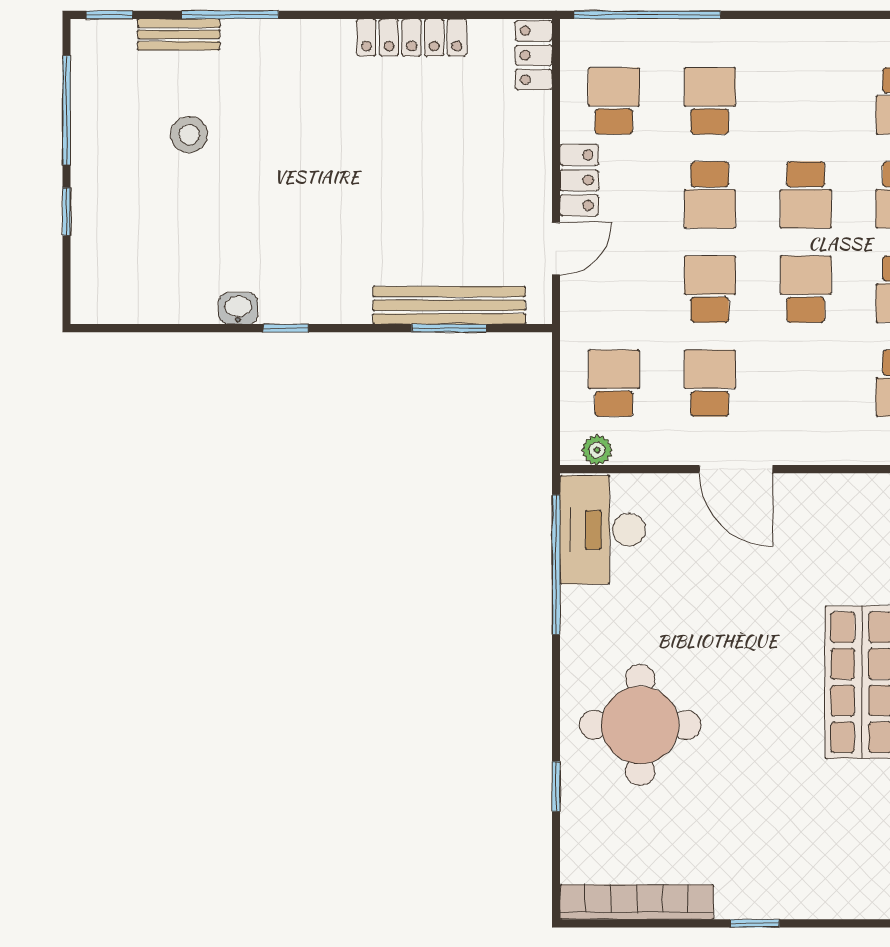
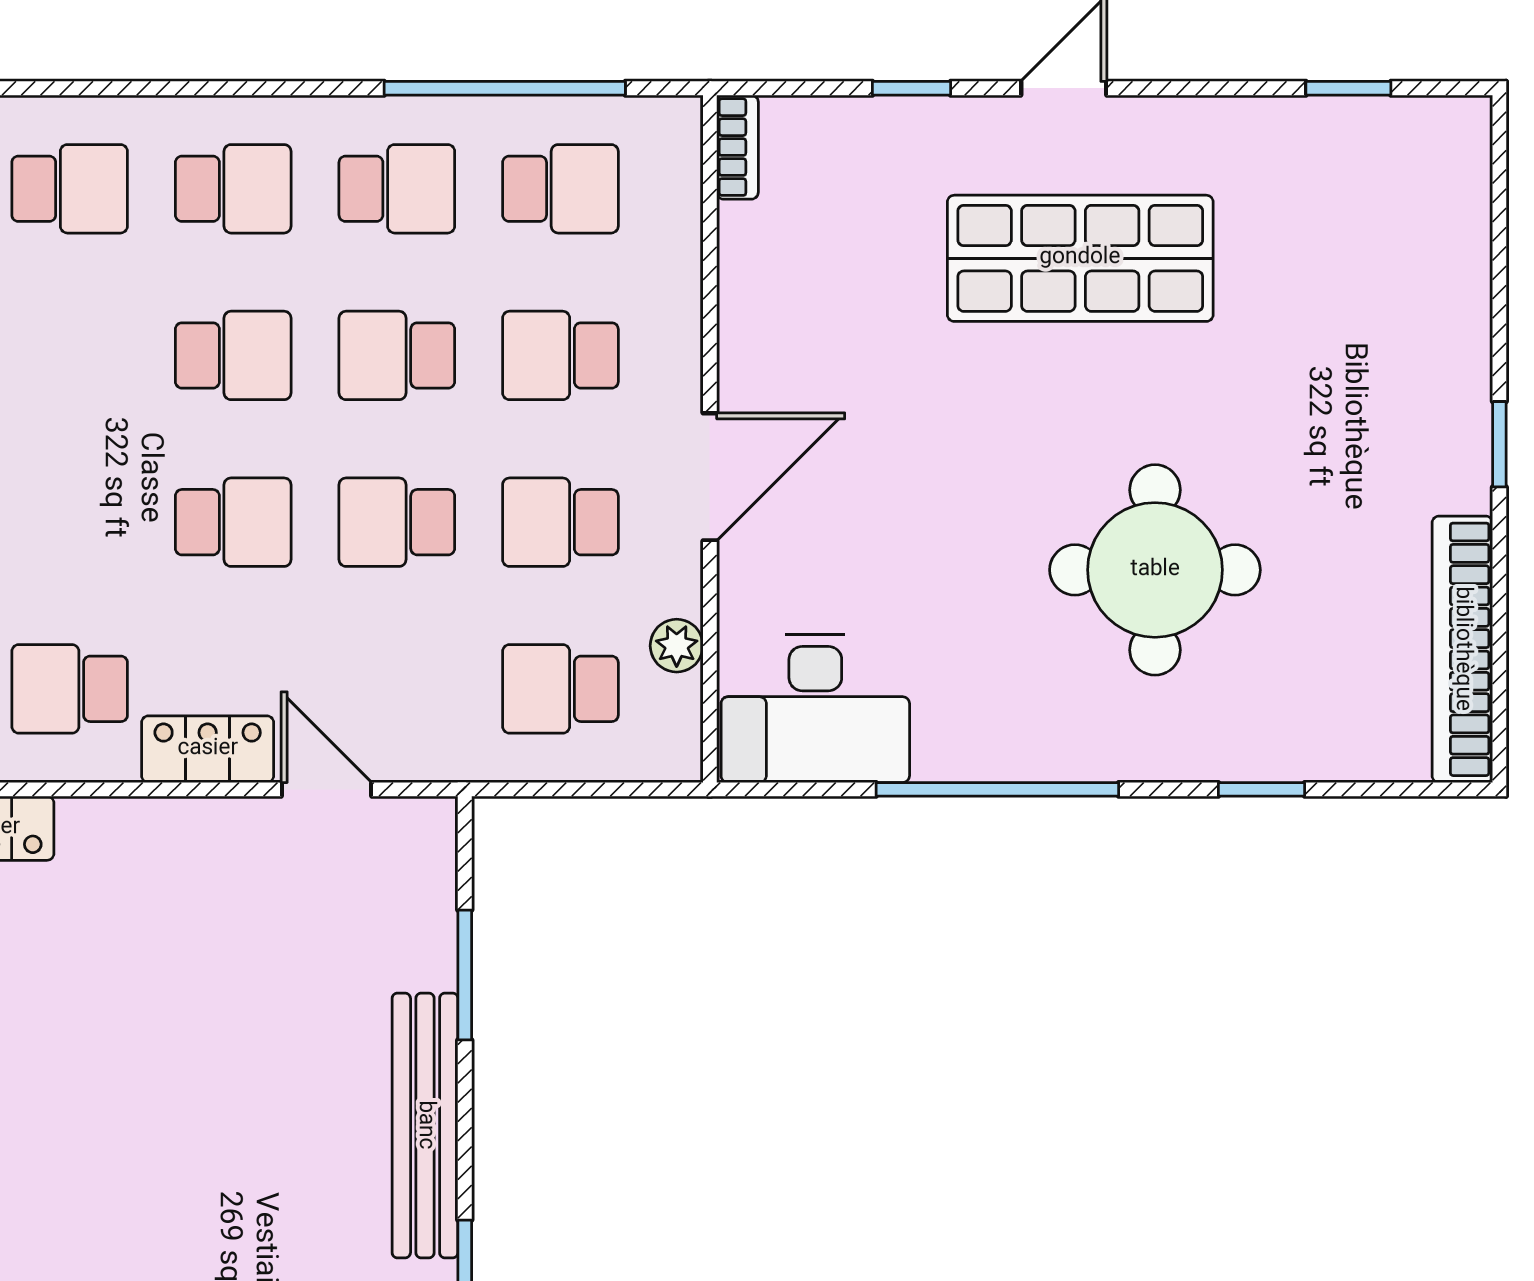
school desk: (710, 101) -> (560, 355), moved
bench: (449, 305) -> (425, 1125), moved
plant: (597, 450) -> (677, 646), moved
window: (556, 565) -> (997, 789), moved
round table: (640, 725) -> (1155, 570), moved

